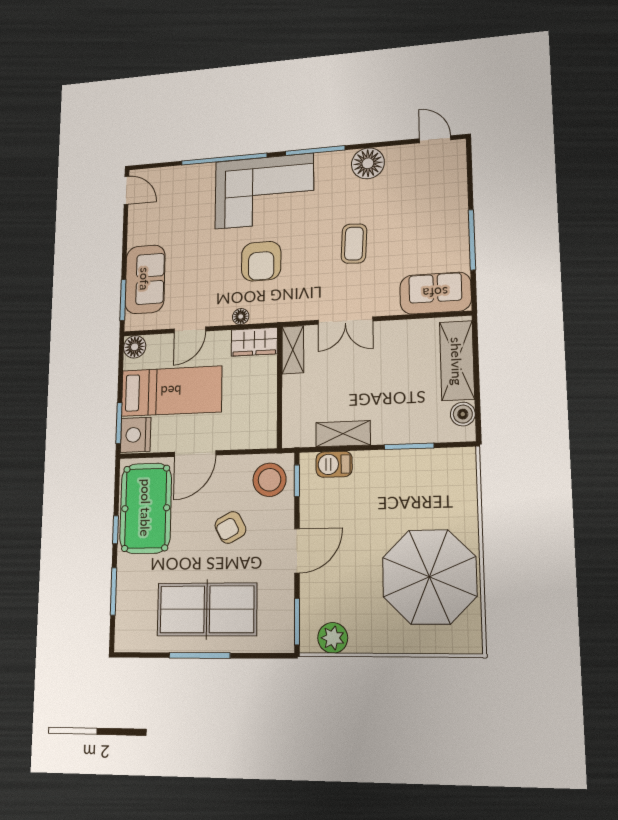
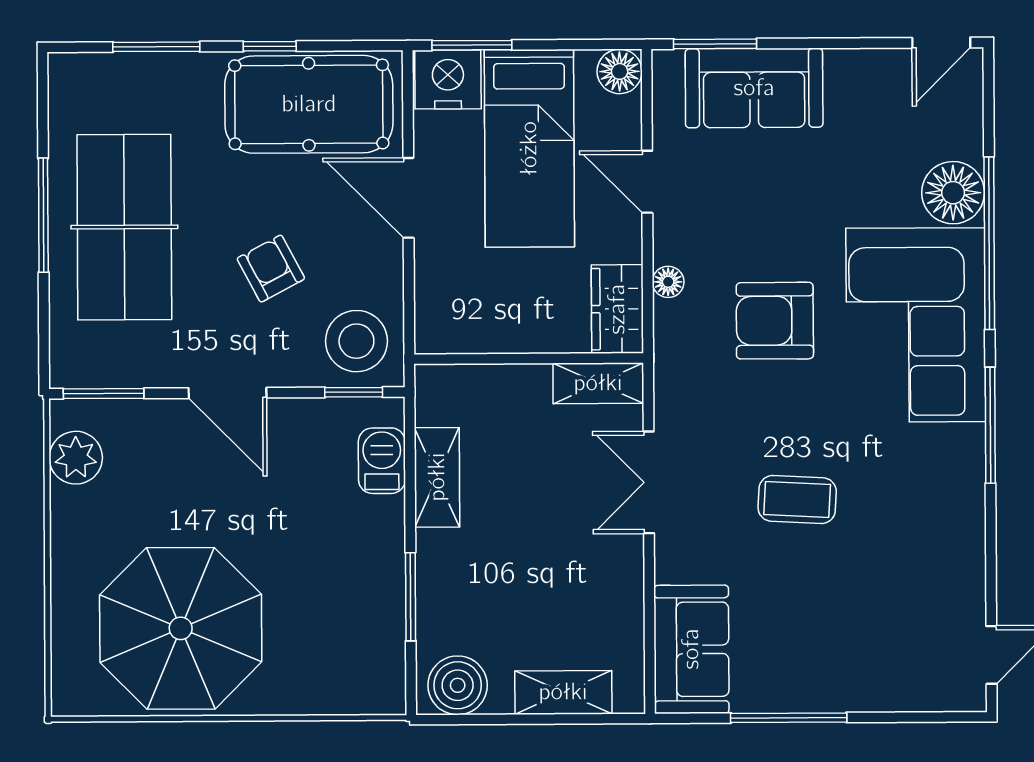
floor lamp: (368, 163) -> (953, 193), moved
shelving: (457, 361) -> (563, 692), width x0.67, depth x0.75
boiler: (463, 414) -> (458, 685), width x1.36, depth x1.36

